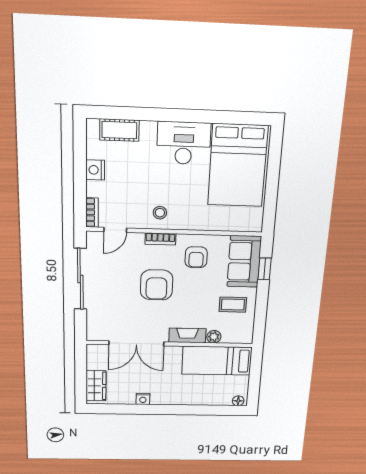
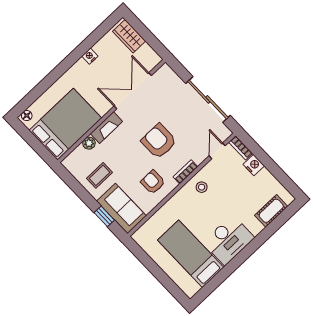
bed: (238, 166) -> (191, 254), width x0.67
nightstand: (95, 170) -> (254, 165), moved
bed: (217, 361) -> (65, 124), width x1.50

